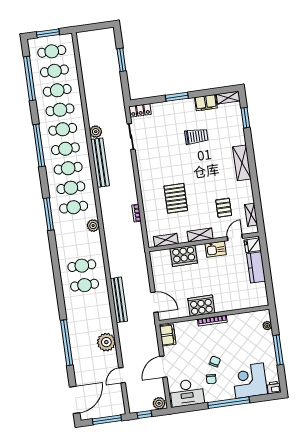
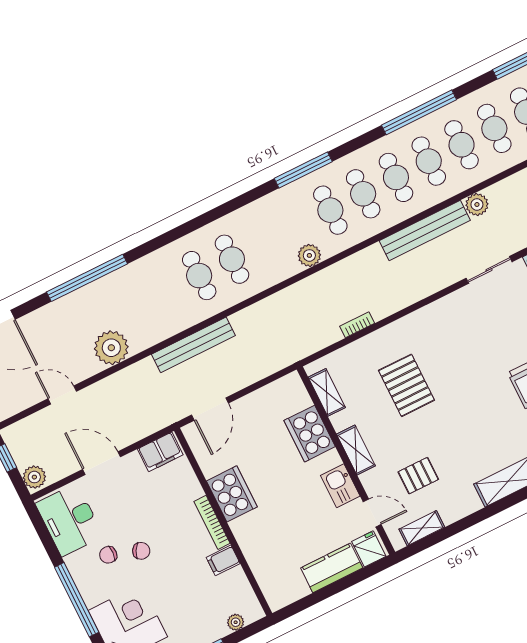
pallet: (176, 198) -> (406, 385), turned 90
filing cabinet: (234, 321) -> (223, 560), added

